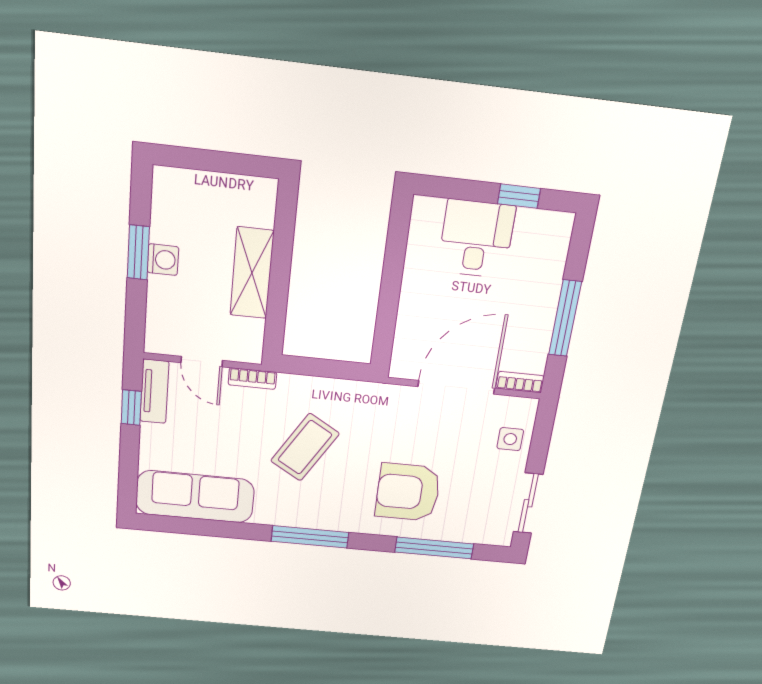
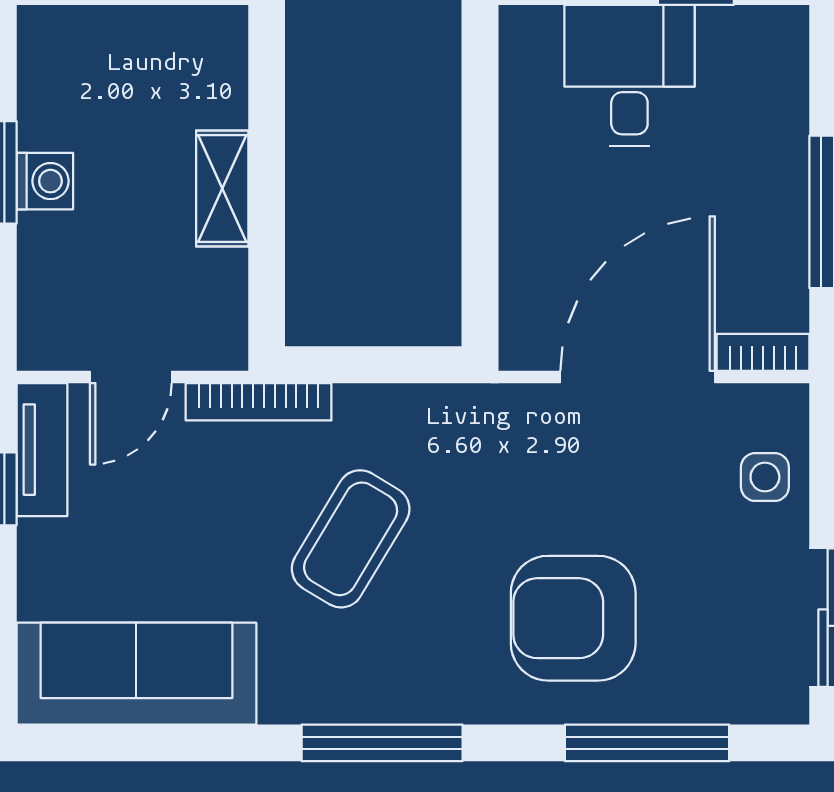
shelving: (252, 273) -> (222, 189), width x0.67, depth x0.75
door: (202, 362) -> (131, 377), hinge flipped
bookcase: (252, 379) -> (259, 402), width x1.56

